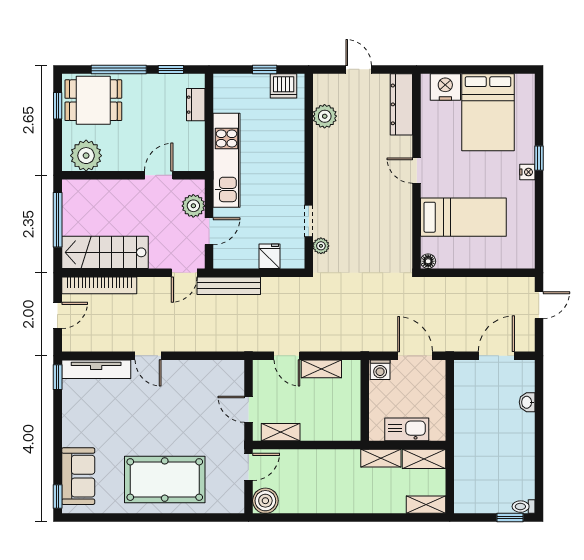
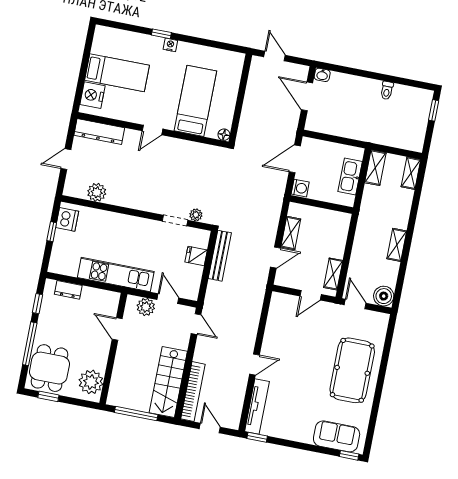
bed: (488, 112) -> (117, 73), width x0.67
bench: (229, 286) -> (220, 256), moved
washbasin: (527, 402) -> (322, 75), moved
shelving: (381, 458) -> (397, 245), moved
toilet: (524, 507) -> (387, 90), moved

